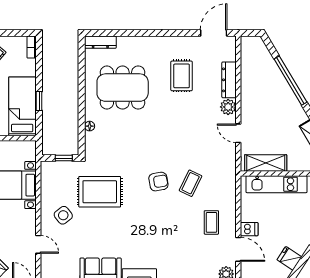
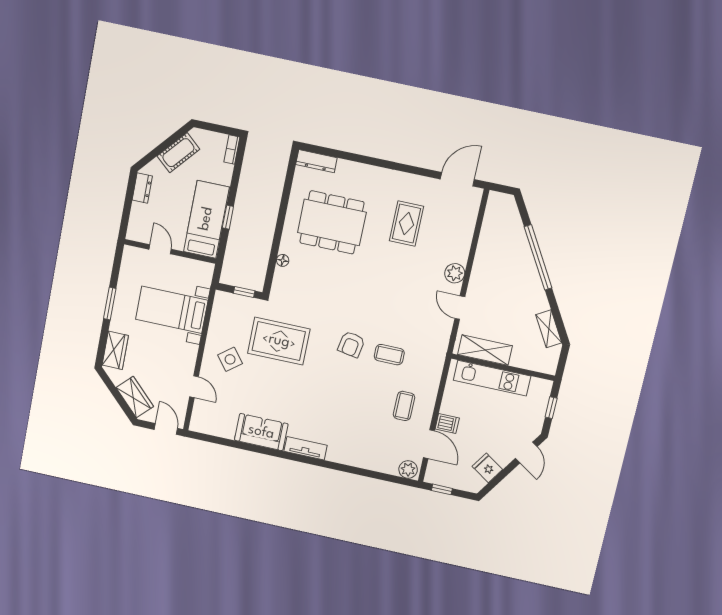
dresser: (229, 80) -> (463, 241), removed
armchair: (158, 182) -> (351, 344), turned 110
coffee table: (191, 183) -> (389, 355), turned 64

